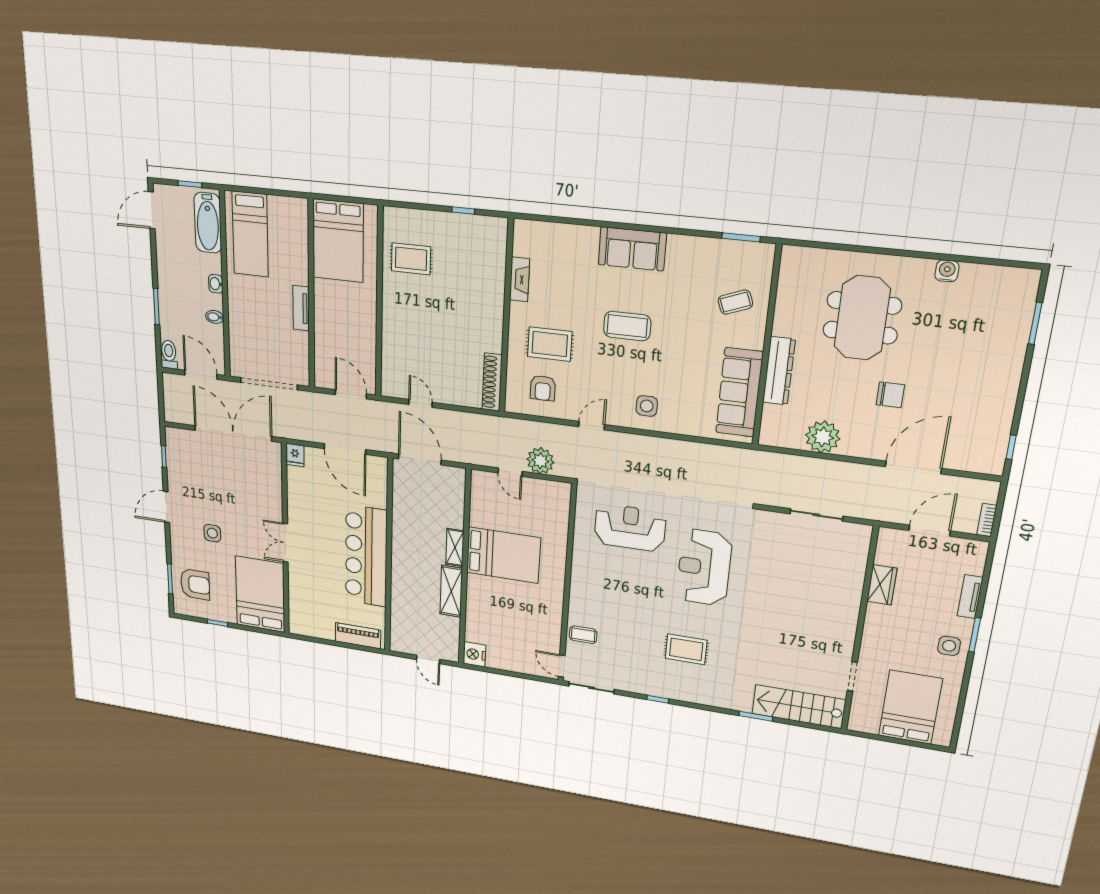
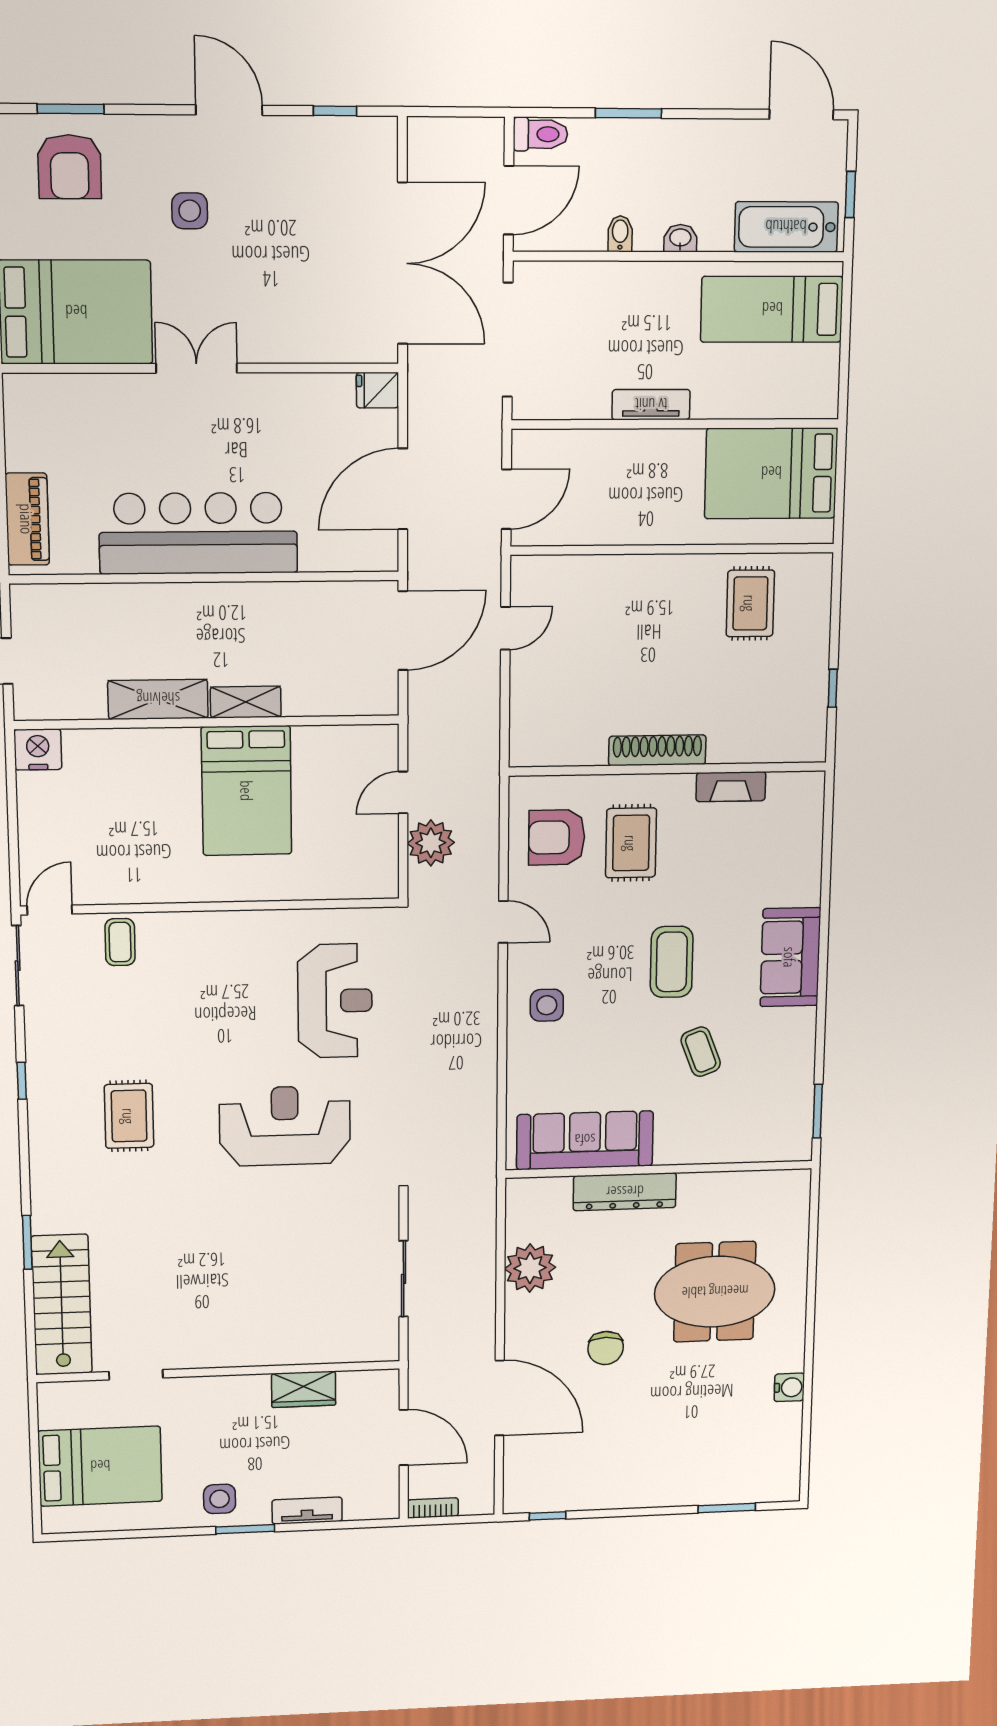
coffee table: (735, 302) -> (701, 1052), moved
shoe rack: (492, 382) -> (657, 750), moved
armchair: (543, 388) -> (557, 837), width x1.38, depth x1.38

